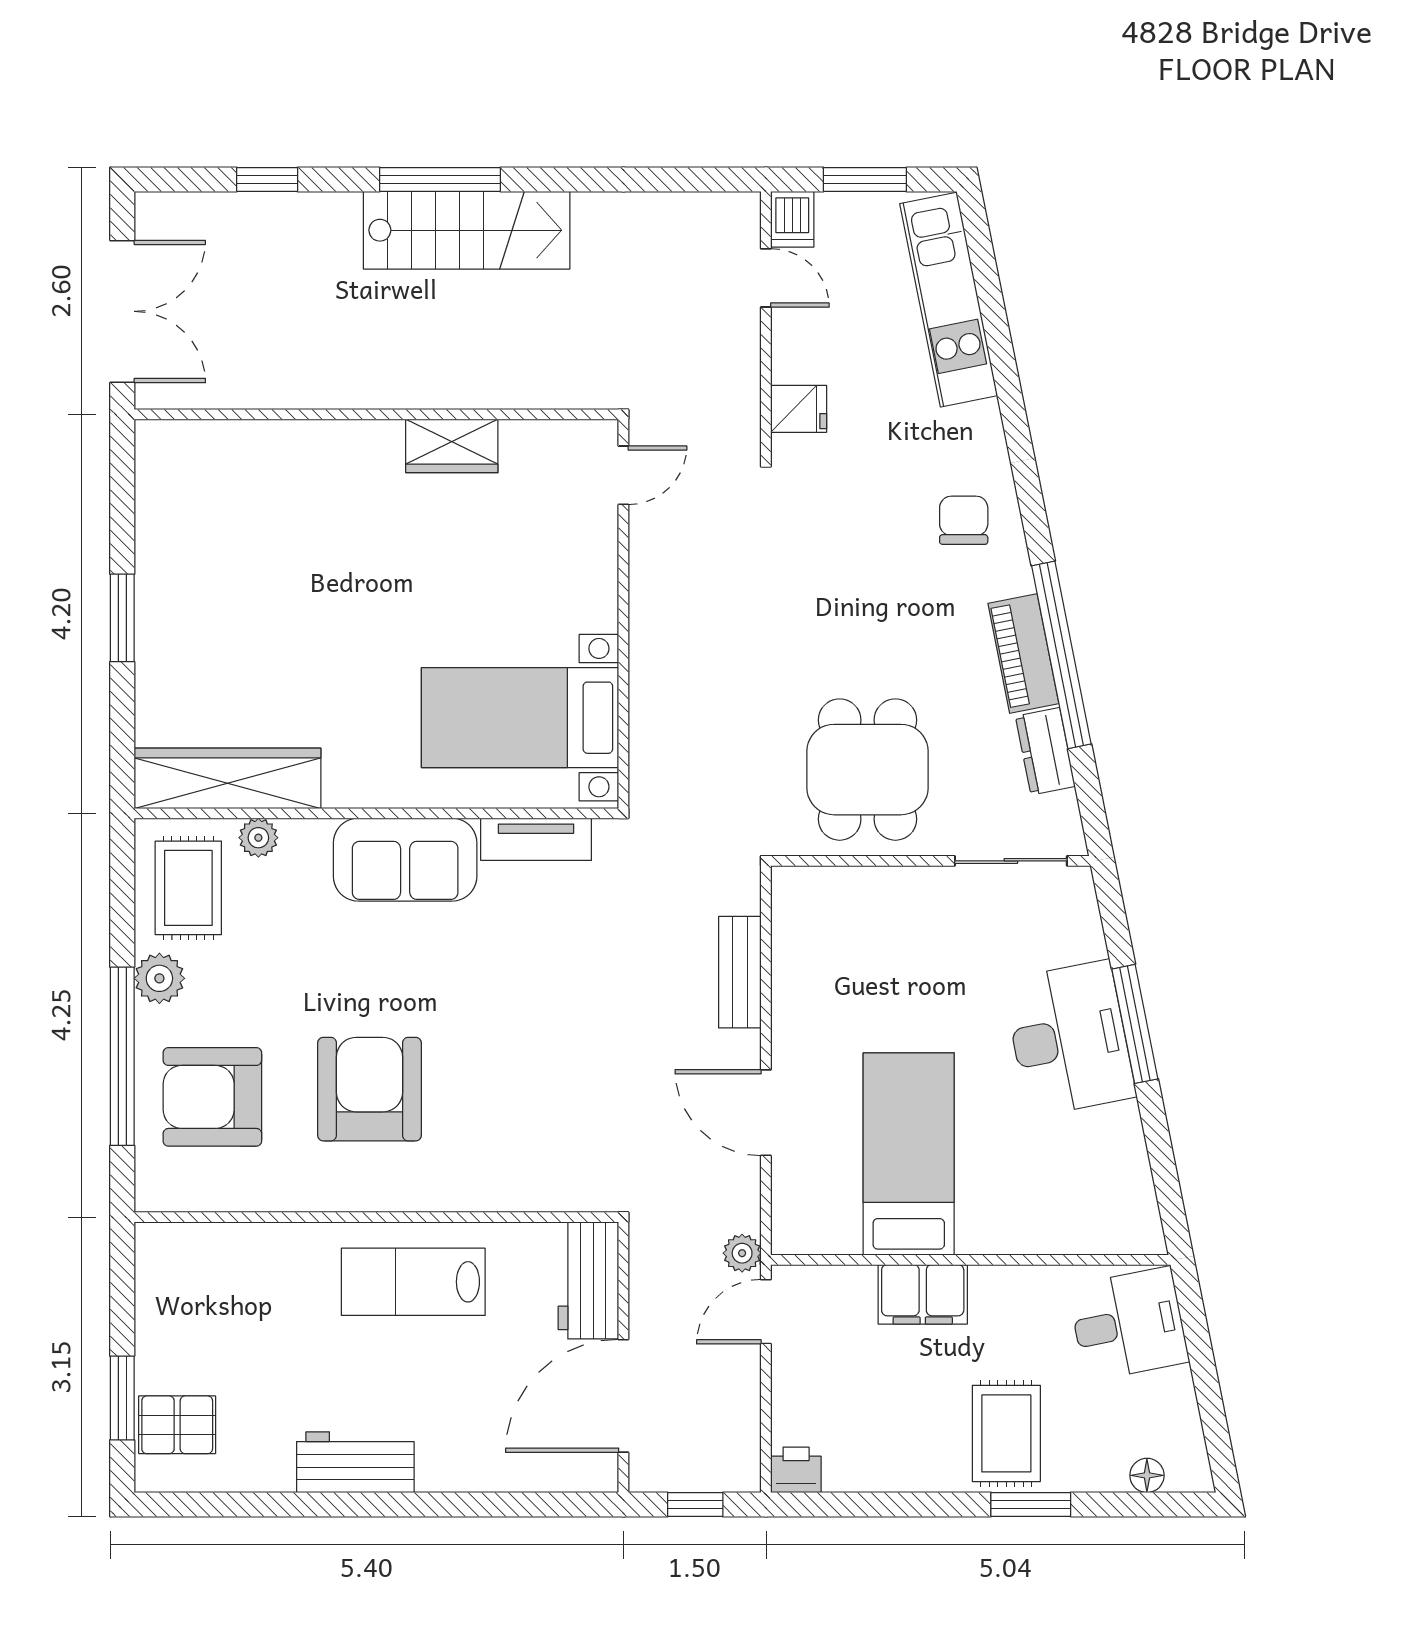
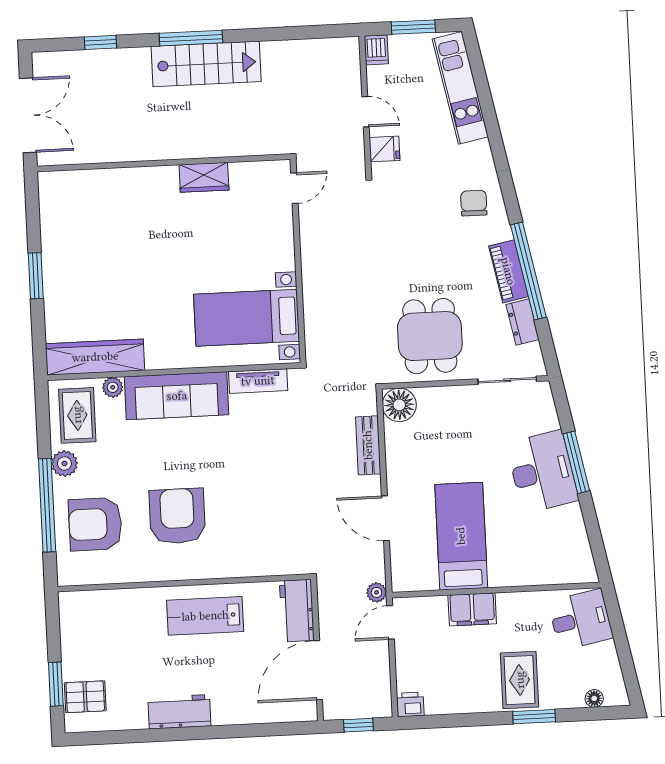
door: (766, 278) -> (366, 112), moved
sofa: (405, 860) -> (177, 396), width x1.36
floor lamp: (803, 898) -> (399, 405), added

